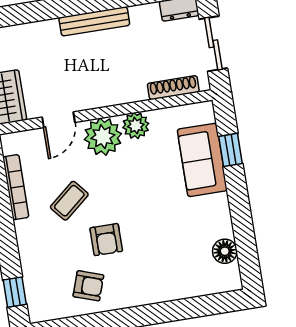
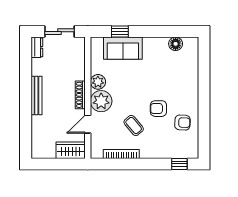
shoe rack: (173, 88) -> (80, 95), moved
door: (58, 120) -> (88, 124), swing flipped
armchair: (106, 240) -> (158, 109), turned 180
armchair: (88, 286) -> (182, 123), turned 74

